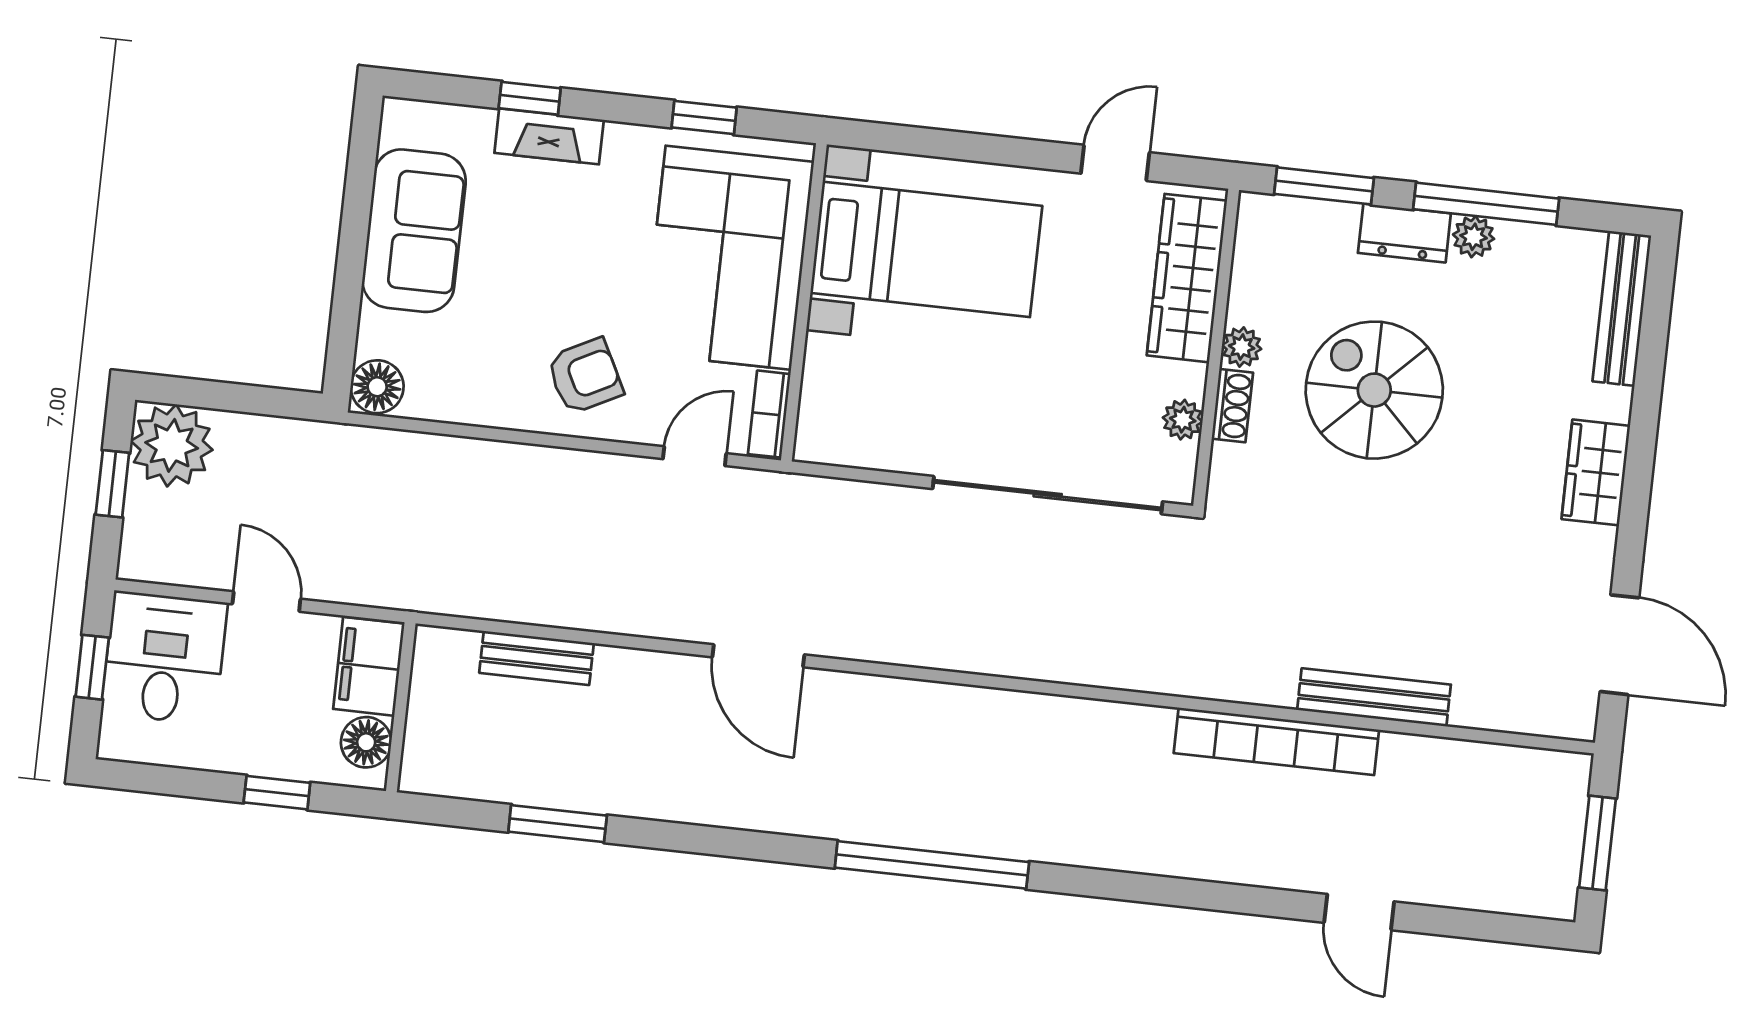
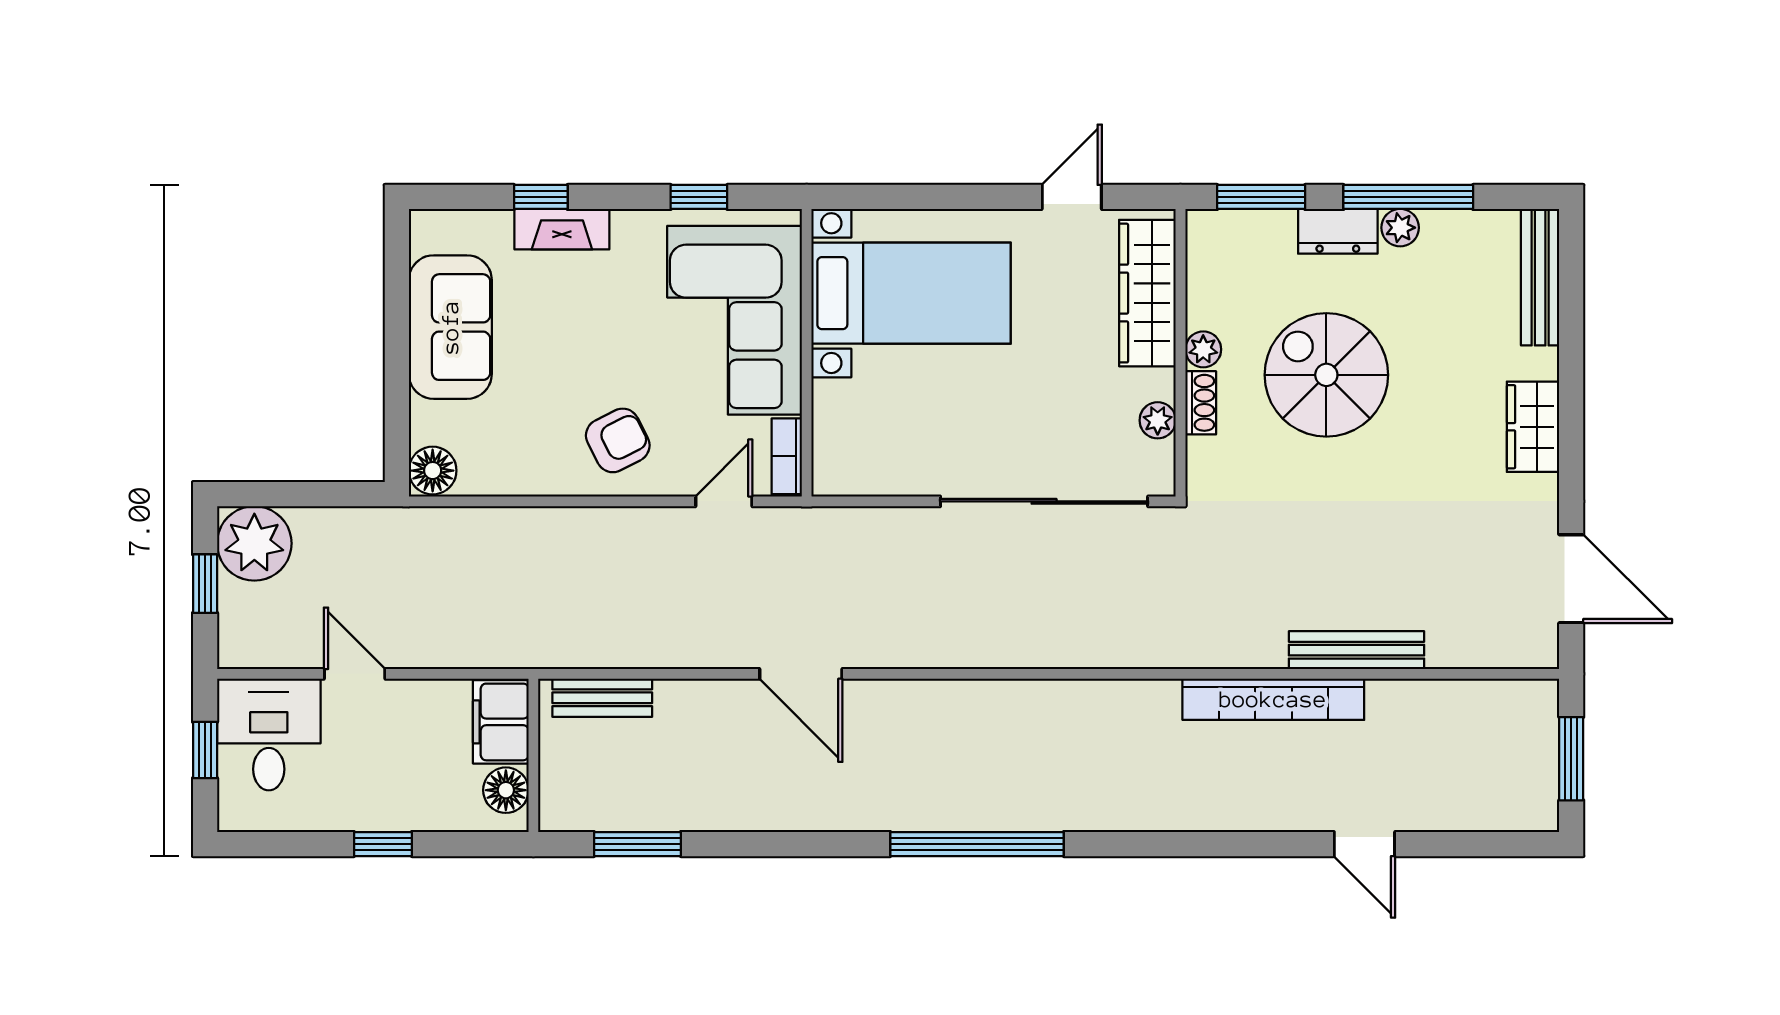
filing cabinet: (369, 666) -> (501, 722), moved
wall: (401, 707) -> (533, 755), moved
floor lamp: (366, 742) -> (506, 790), moved

